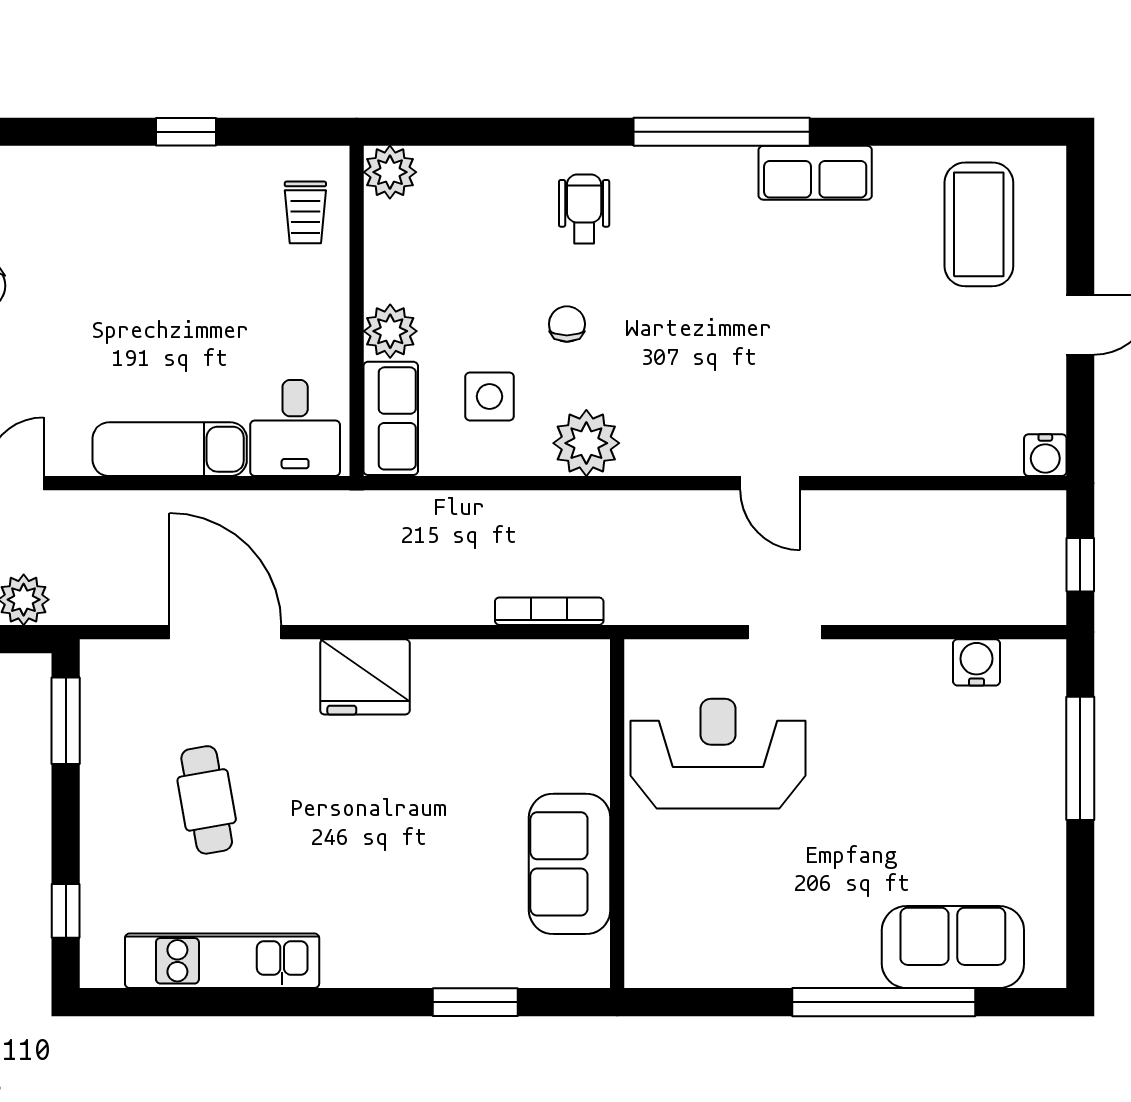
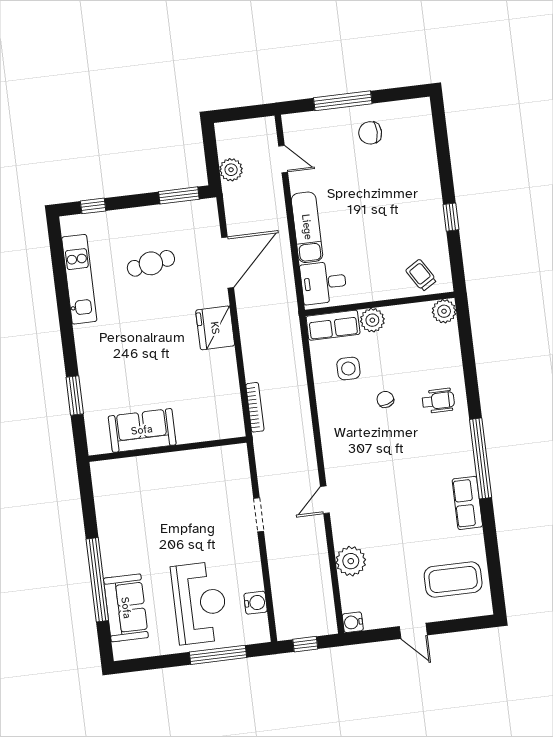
trolley: (305, 212) -> (421, 275), turned 58
chair: (567, 324) -> (385, 399), turned -108
plant: (586, 443) -> (351, 561), moved
reception desk: (718, 754) -> (200, 603), moved

